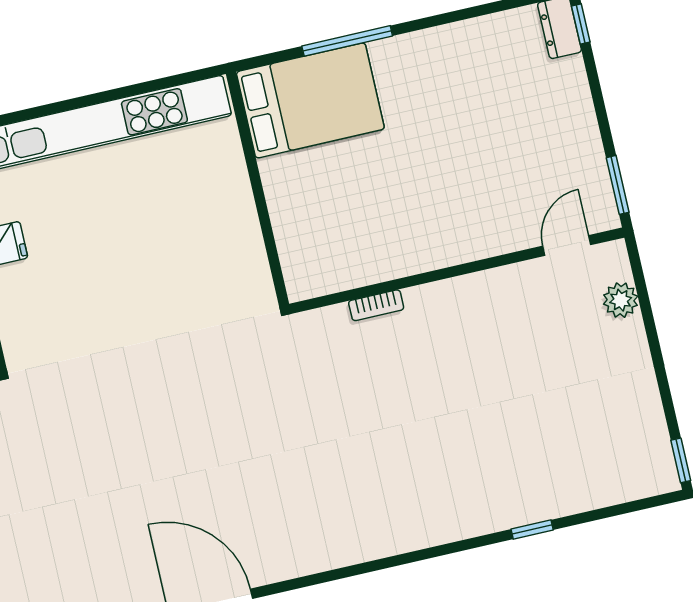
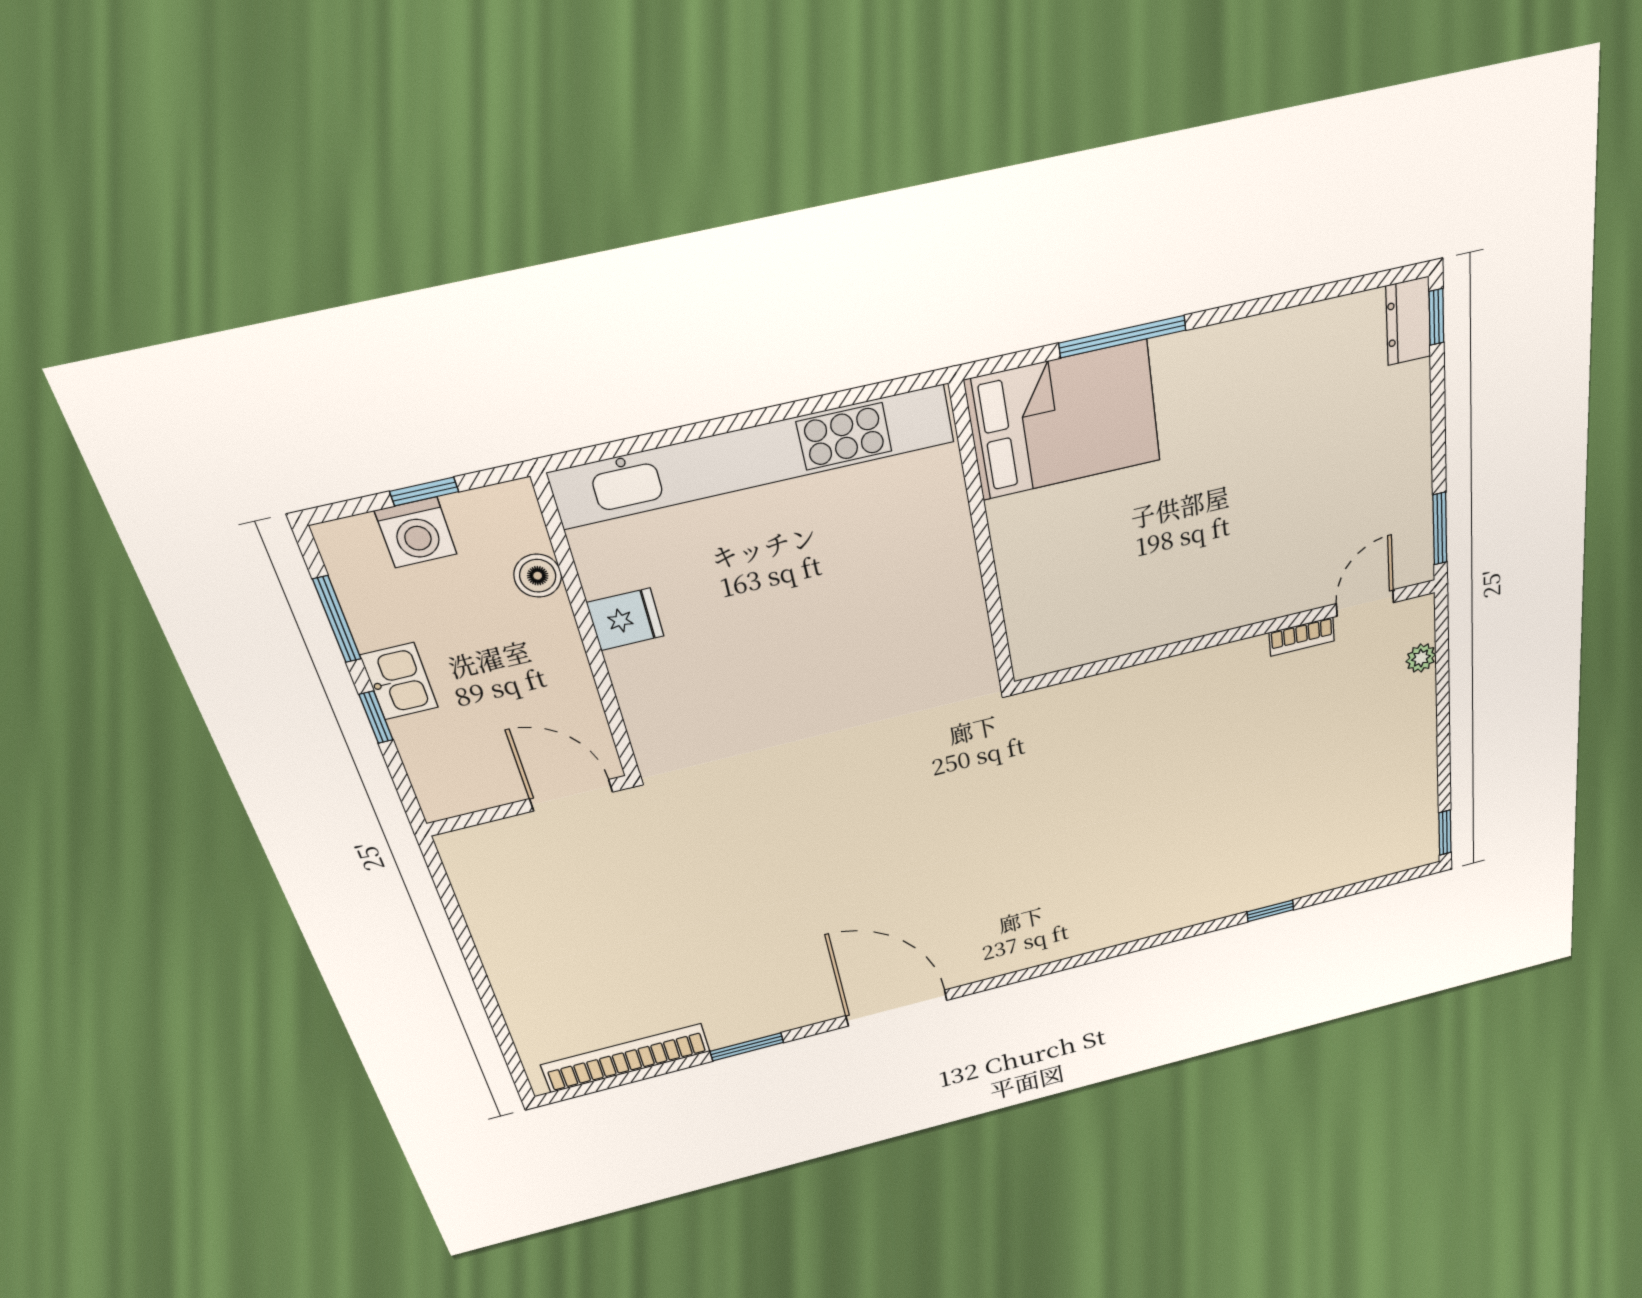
plant: (621, 300) -> (1421, 658), width x0.73, depth x0.73
bookcase: (376, 305) -> (1302, 637), moved

